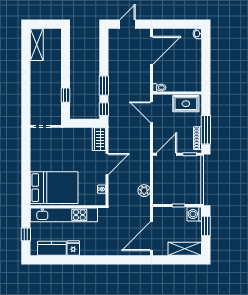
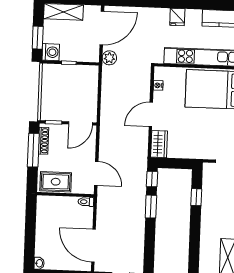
door: (152, 50) -> (93, 246), hinge flipped
plant: (144, 191) -> (109, 58), moved
fridge: (73, 248) -> (177, 17), moved

